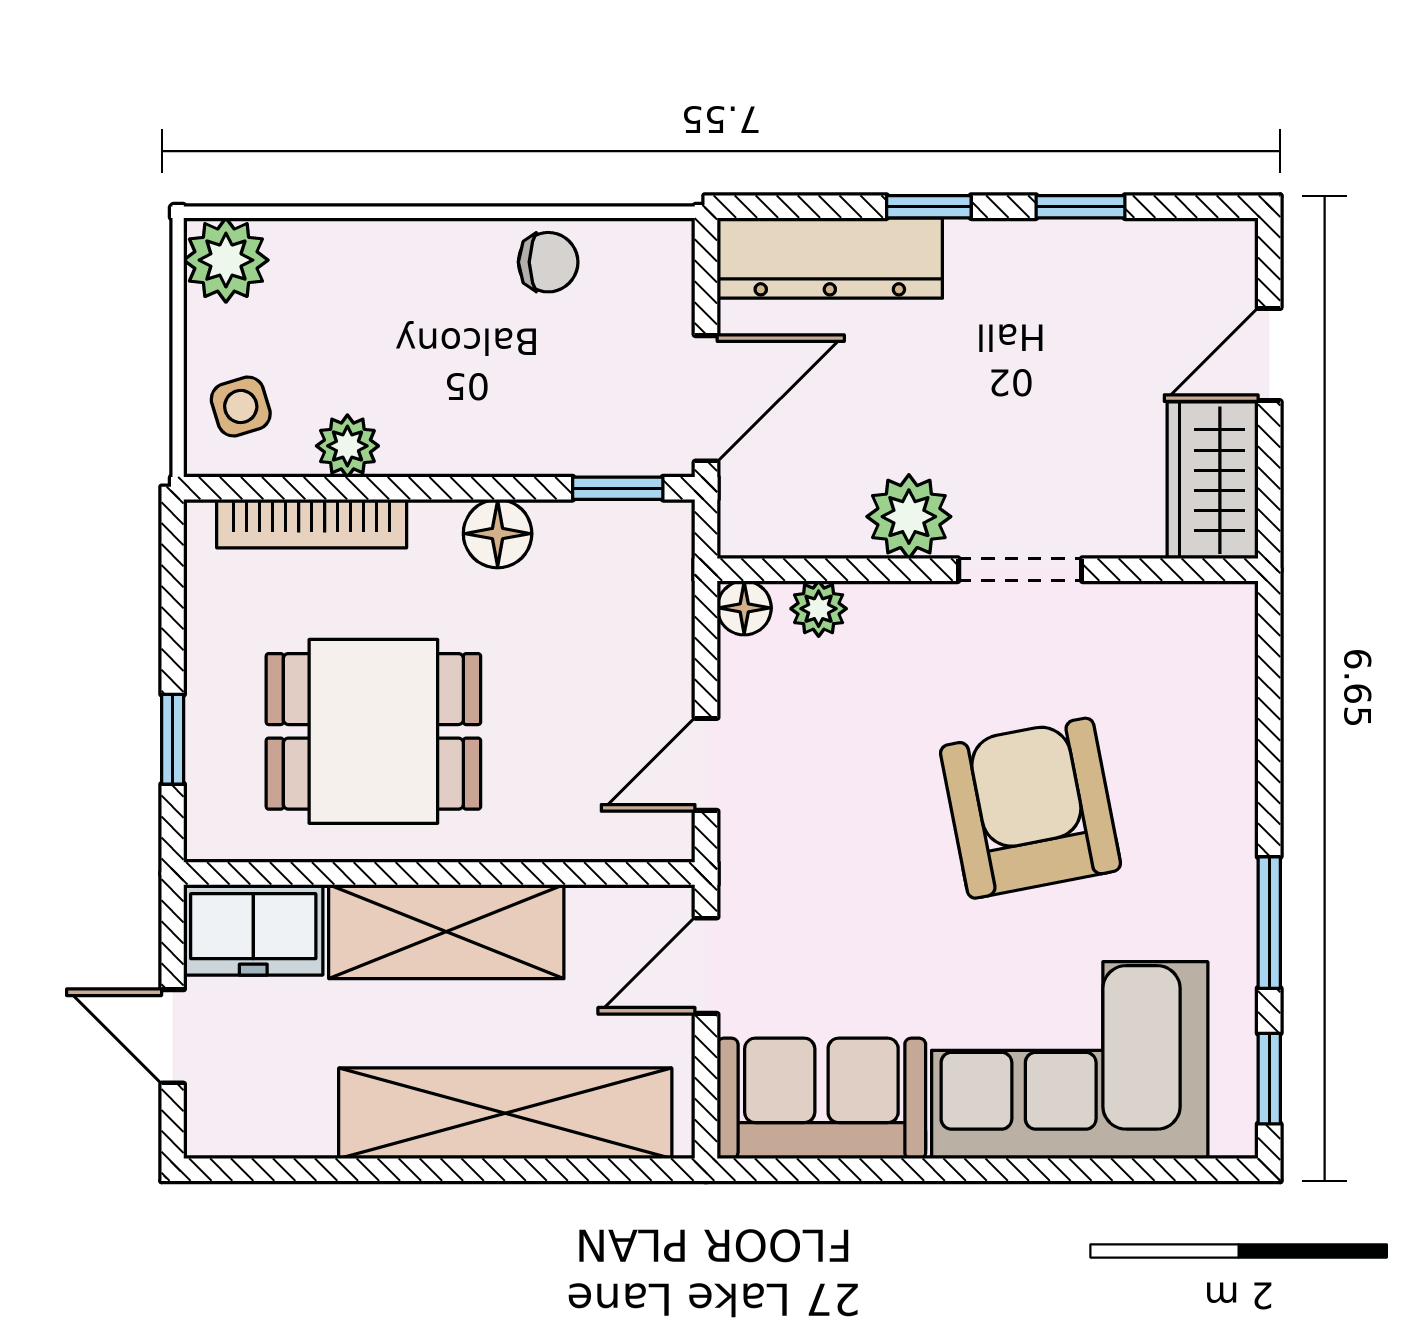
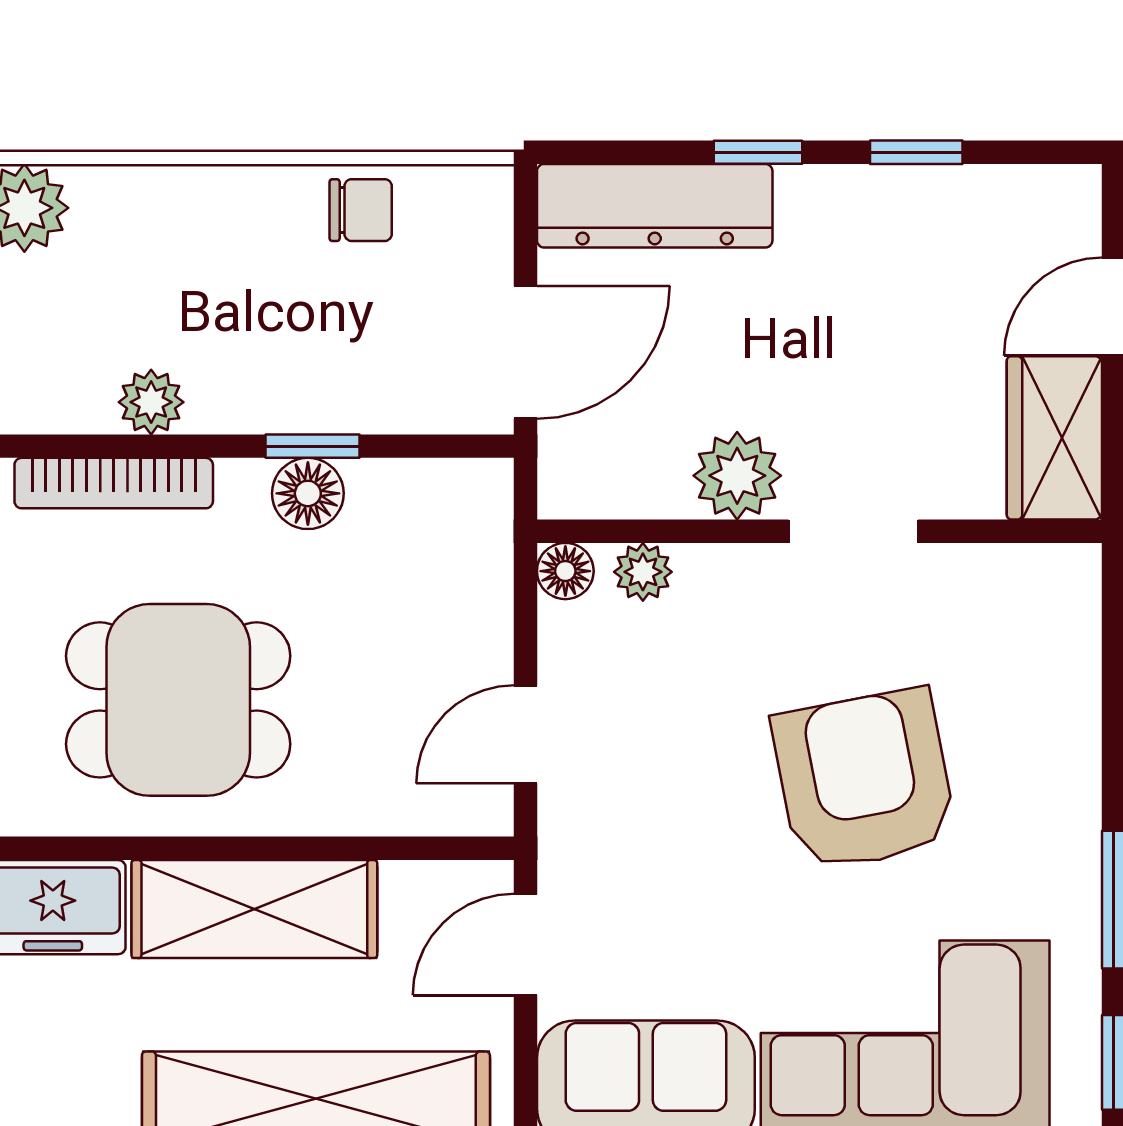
side table: (241, 406) -> (40, 361), removed
window: (618, 488) -> (312, 446), moved

